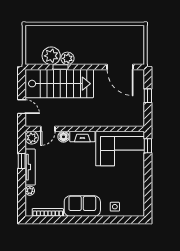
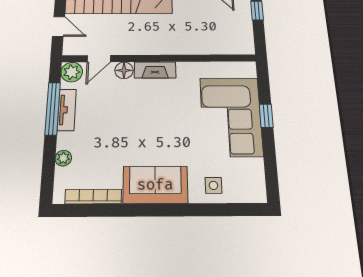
window: (148, 146) -> (266, 116), moved
corner sofa: (120, 149) -> (231, 117), moved, turned 90
window: (22, 161) -> (53, 109), width x2.17
tv unit: (30, 167) -> (67, 110), width x0.71

